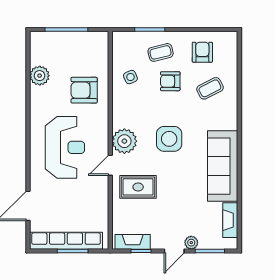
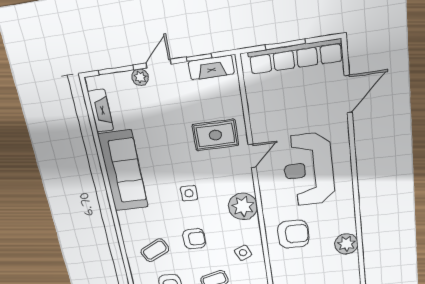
armchair: (170, 81) -> (194, 239), moved
side table: (169, 139) -> (189, 193), width x0.54, depth x0.54
plant: (124, 141) -> (243, 206), moved

